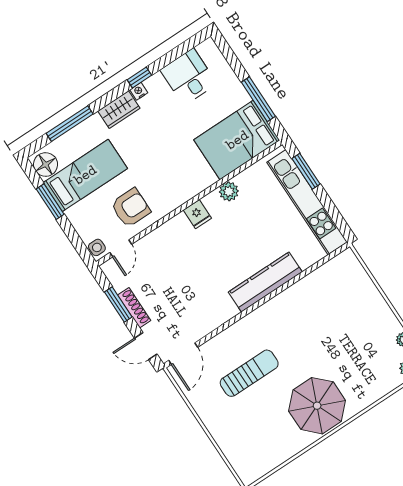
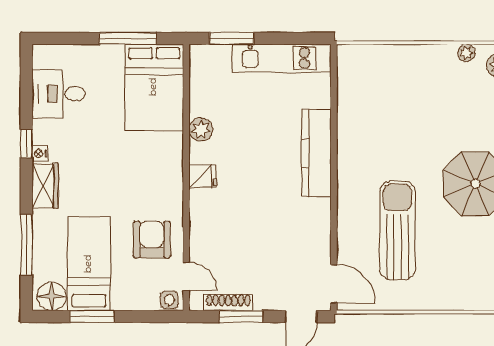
kitchen unit: (307, 202) -> (282, 58), width x0.73
shoe rack: (134, 308) -> (228, 303), moved
sun lounger: (249, 373) -> (397, 230), width x1.36, depth x1.34

